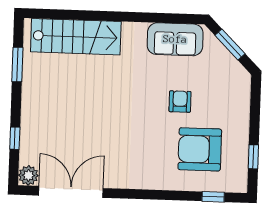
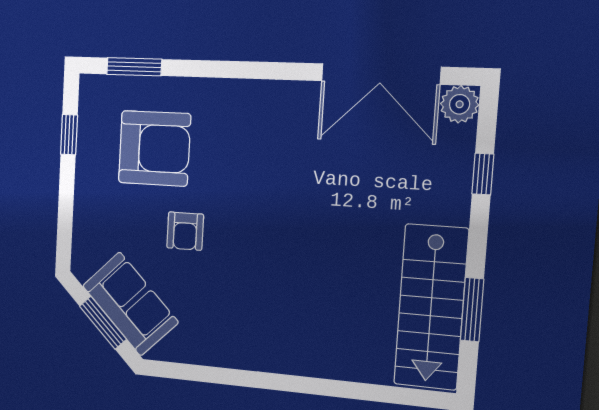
stairs: (76, 37) -> (431, 307), moved, turned -90
sofa: (175, 39) -> (130, 304), moved, turned 45
window: (213, 197) -> (134, 67), width x1.50

